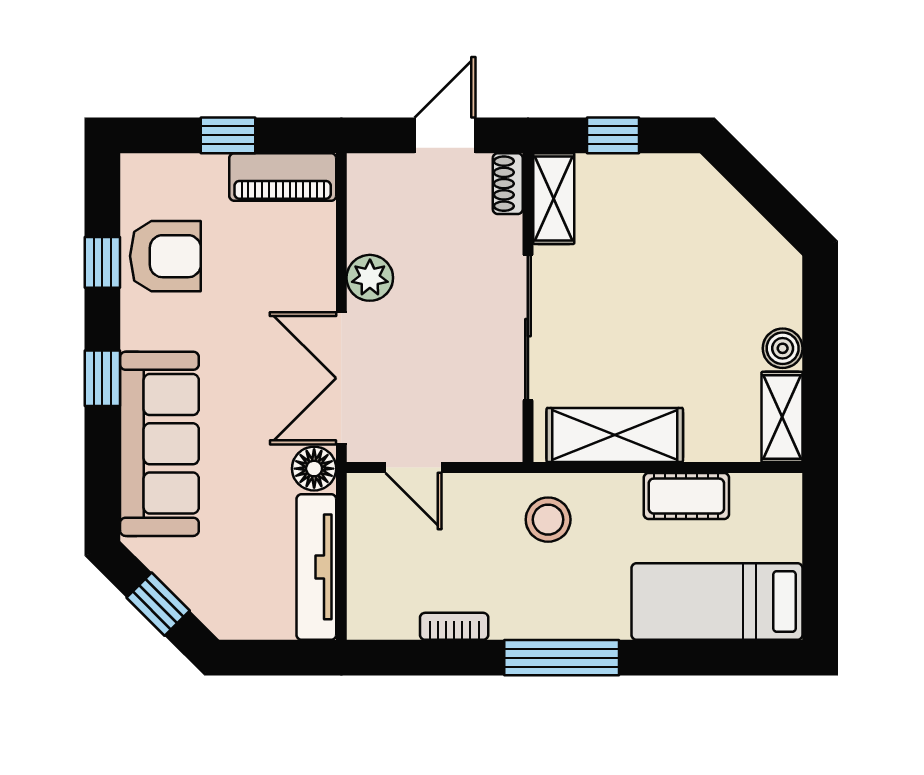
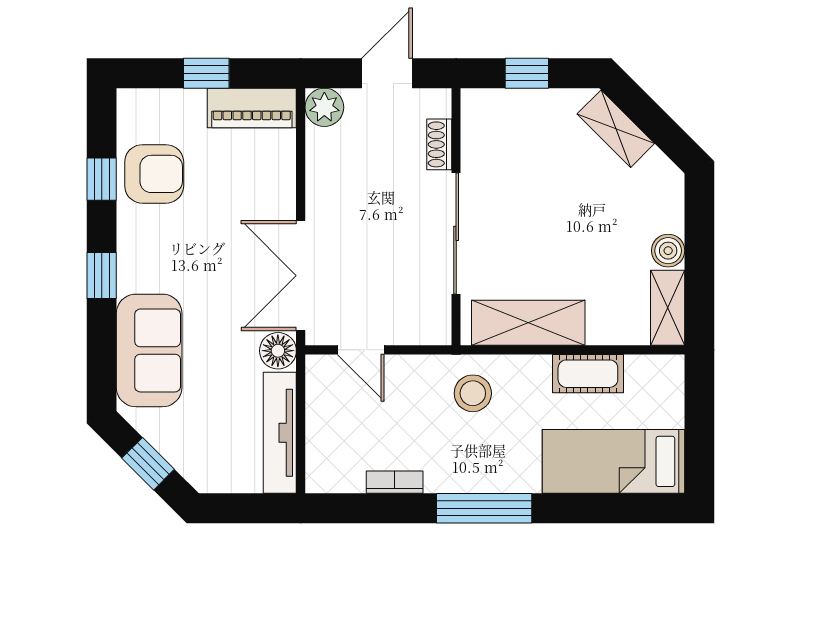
shoe rack: (508, 184) -> (439, 144), moved
shelving: (554, 199) -> (616, 129), moved, turned -45
plant: (370, 278) -> (324, 107), moved
sofa: (159, 444) -> (149, 350), width x0.73

